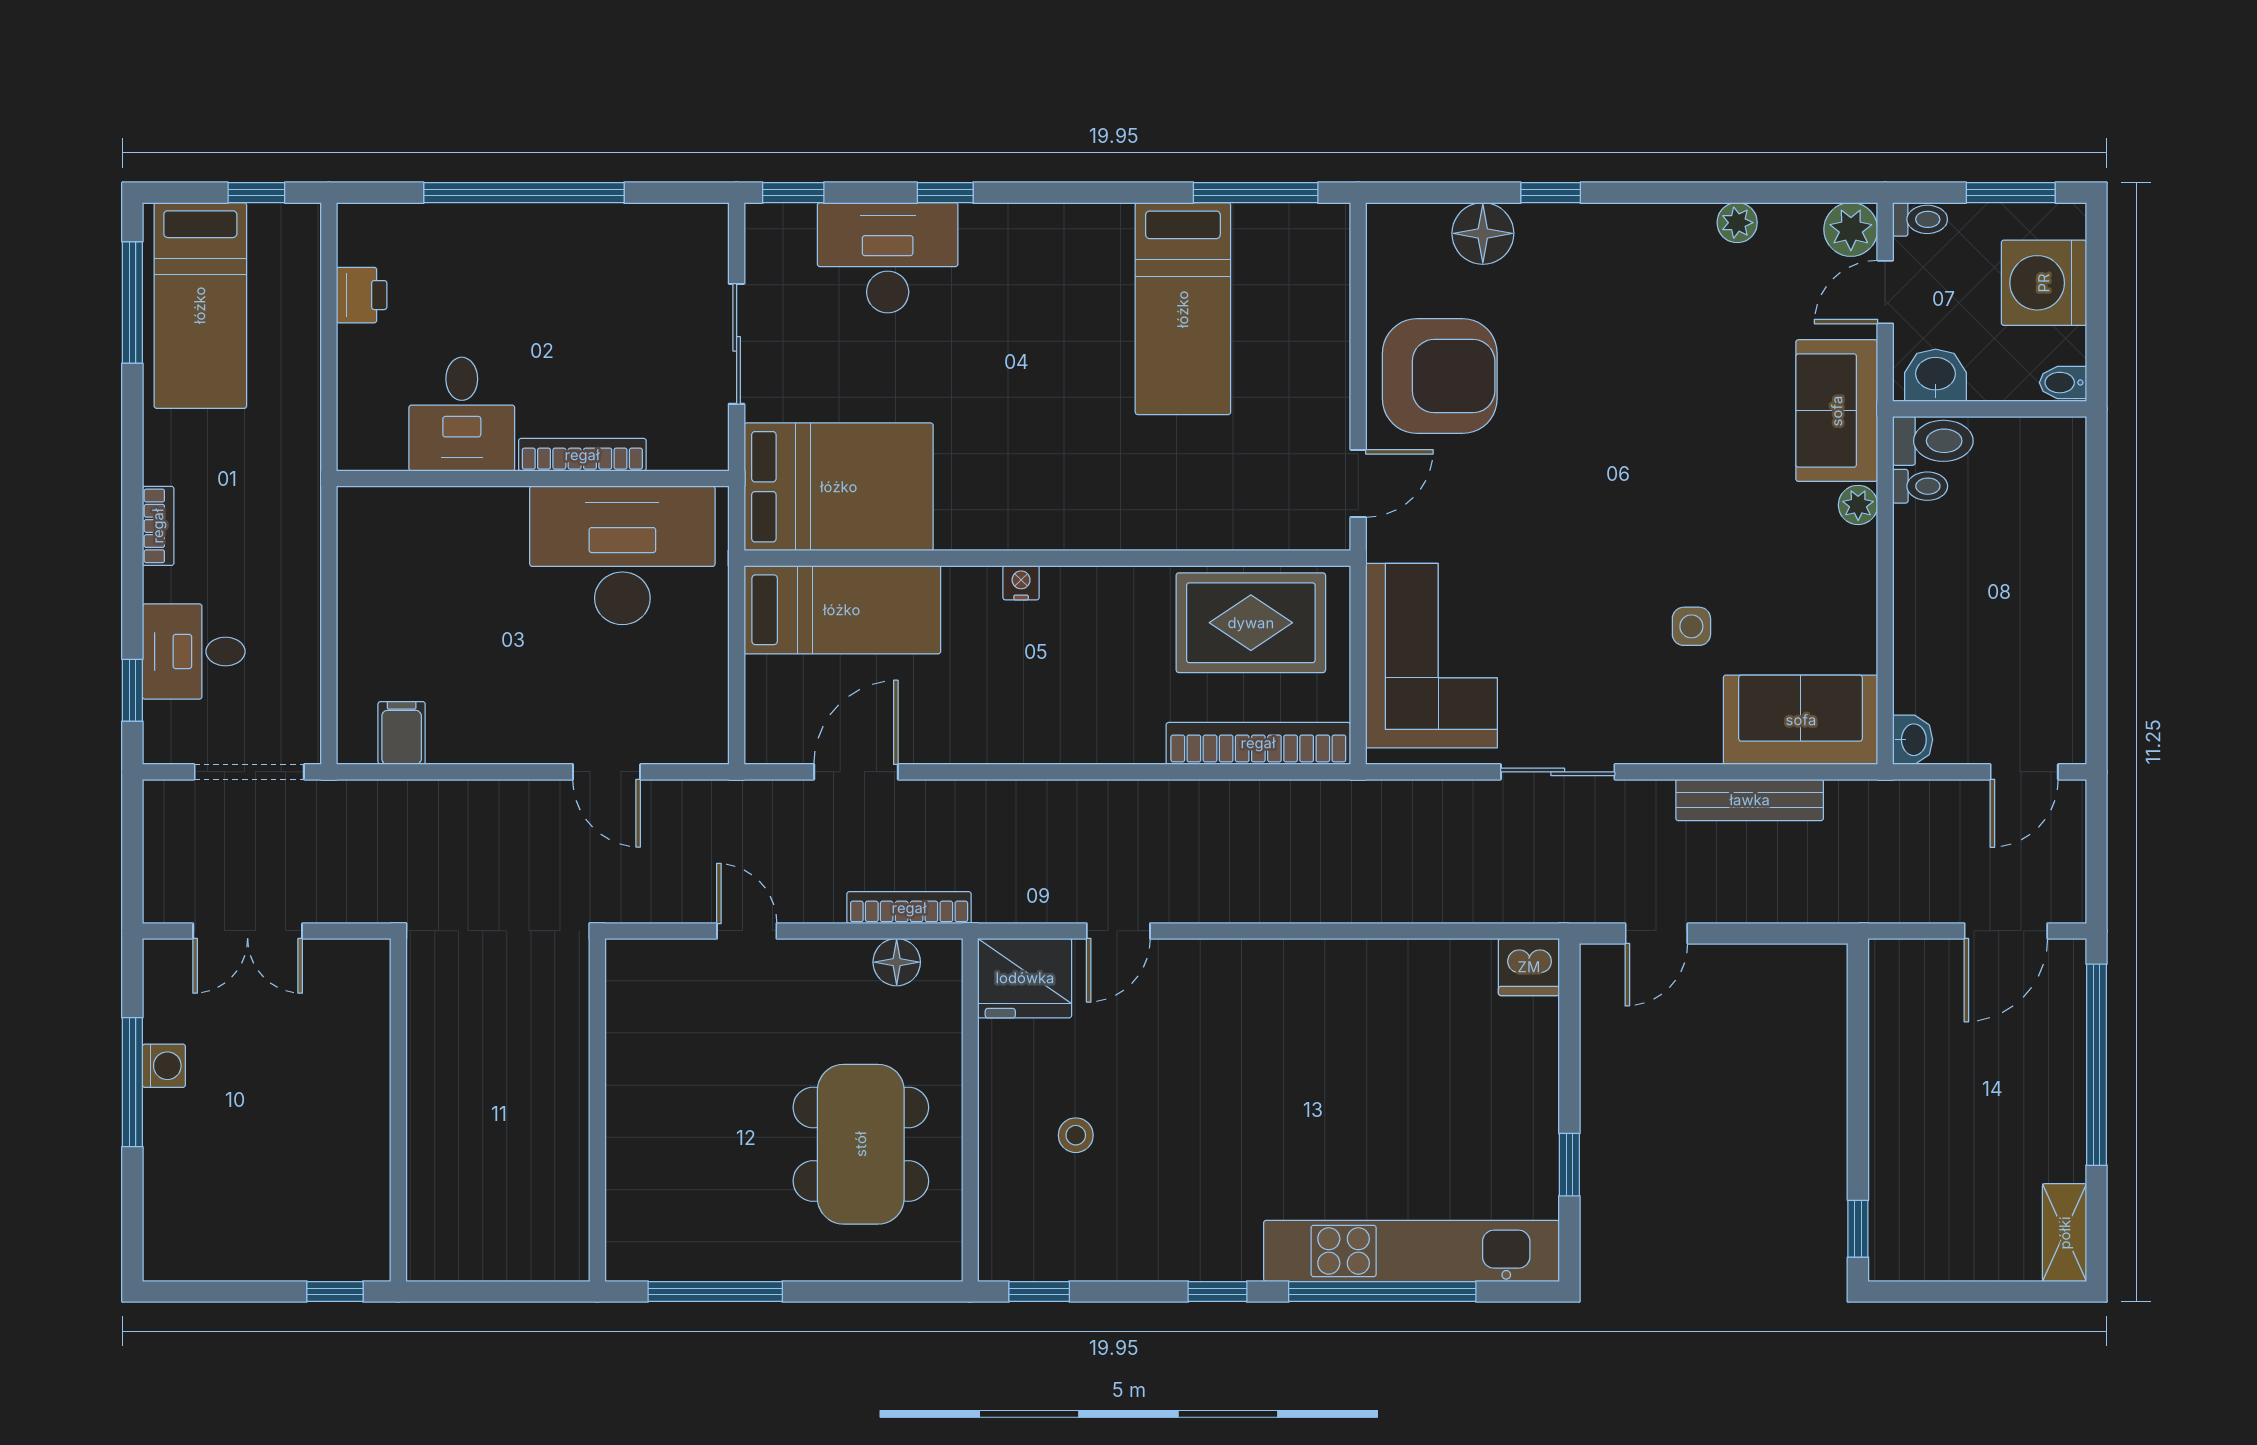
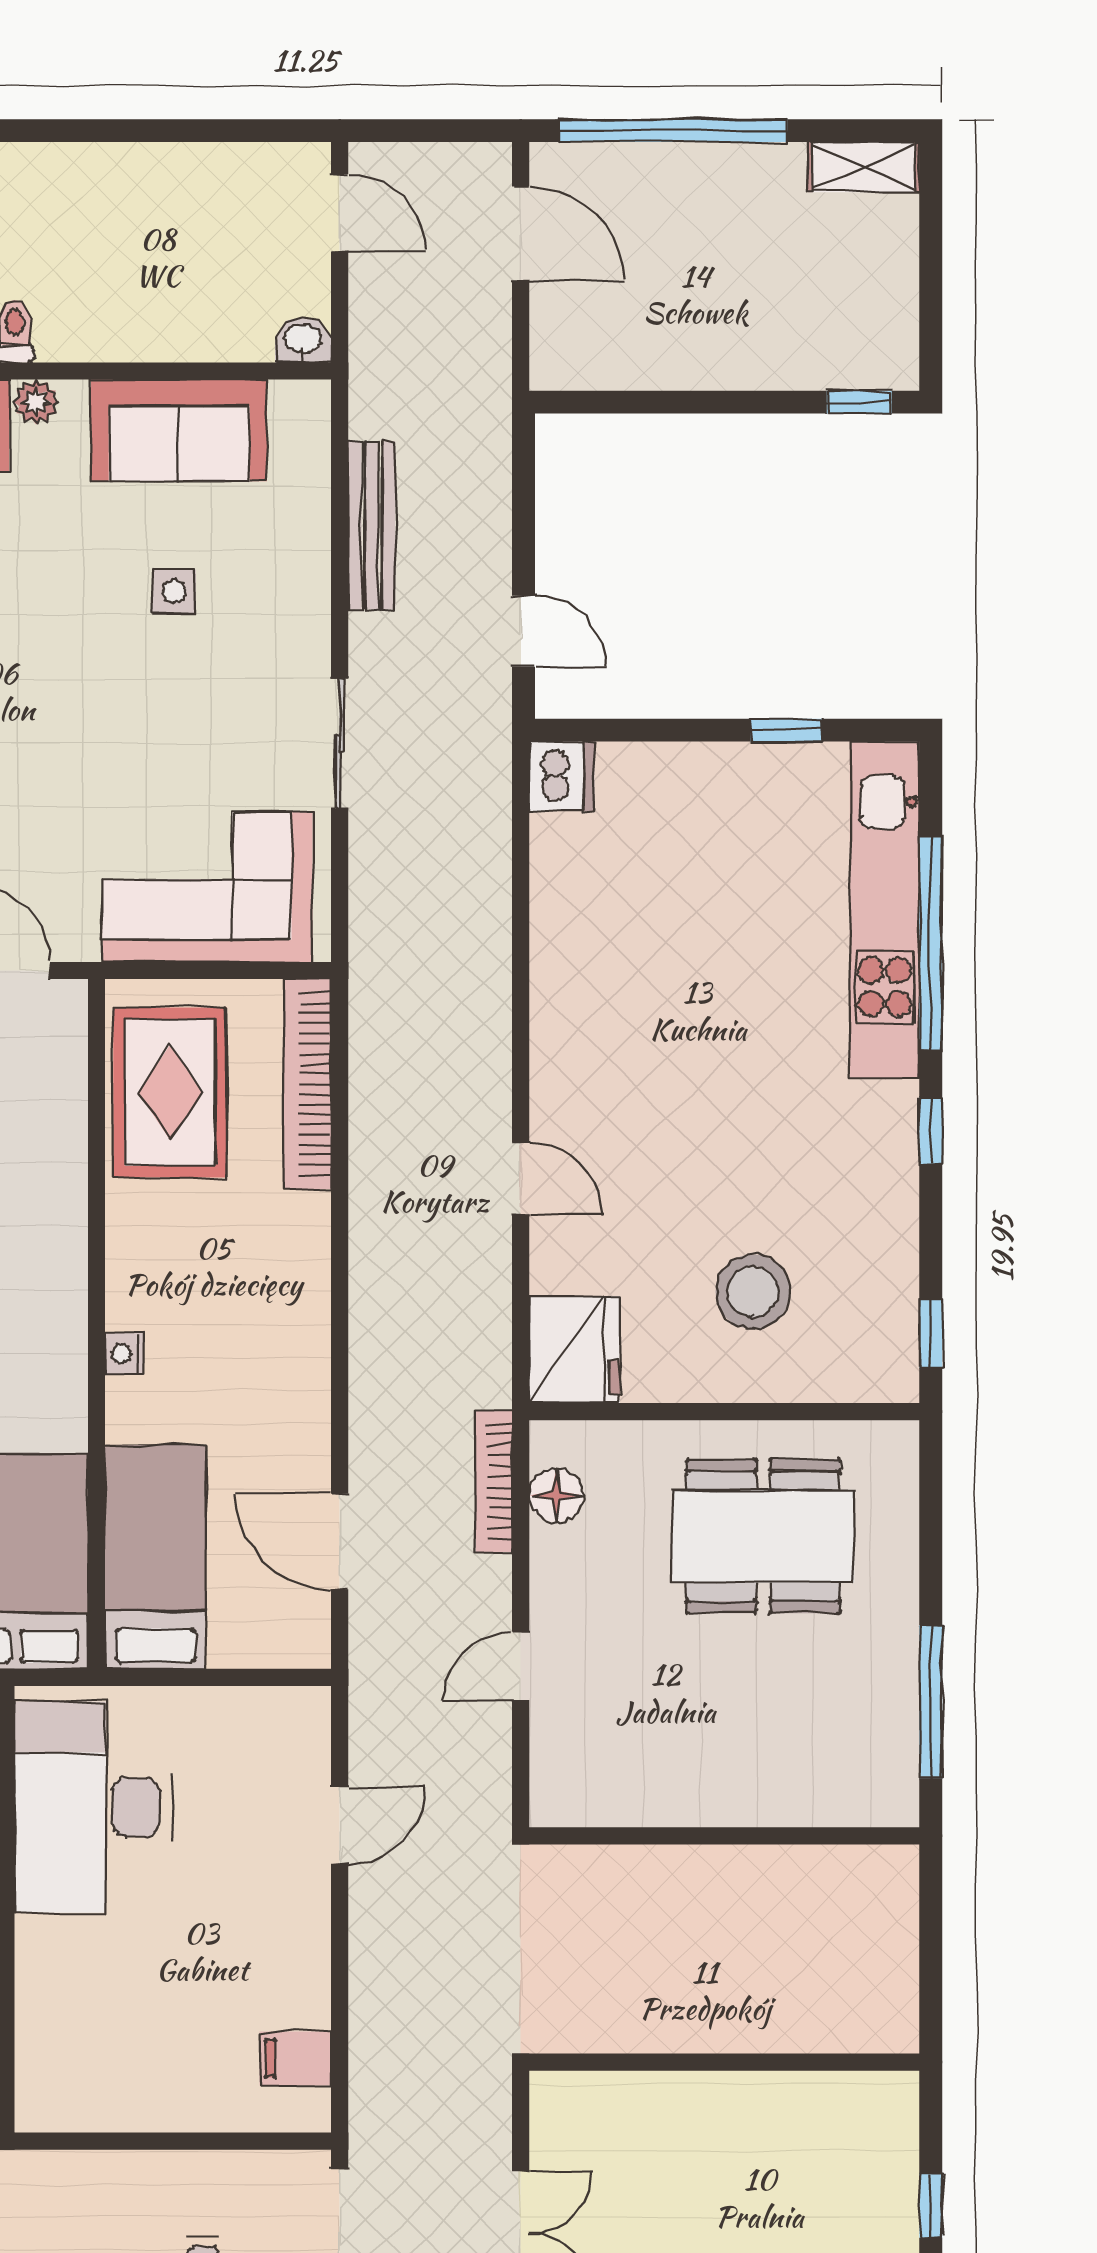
sofa: (1801, 720) -> (179, 430), moved, turned -90
door: (1118, 931) -> (521, 1179), moved
stool: (1076, 1135) -> (753, 1292), width x1.89, depth x1.89
window: (335, 1291) -> (931, 2206), moved

